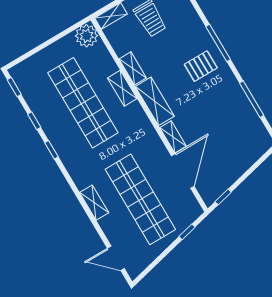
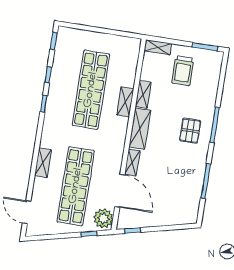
plant: (87, 36) -> (103, 218), moved
pallet: (201, 66) -> (190, 131), turned 90
door: (183, 171) -> (120, 191), hinge flipped

